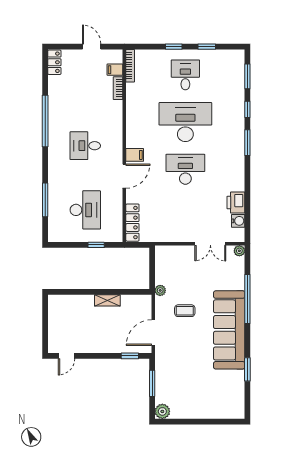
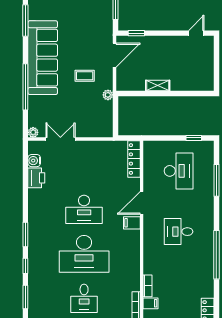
desk: (85, 146) -> (179, 232), turned 180
desk: (85, 210) -> (179, 171), turned 180
window: (96, 245) -> (194, 138), moved
window: (247, 369) -> (25, 20), width x1.44

